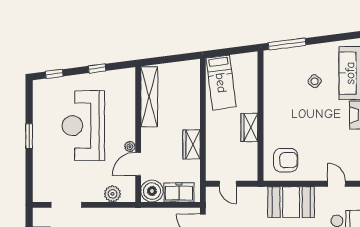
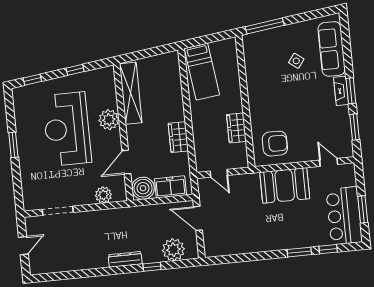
wardrobe: (249, 127) -> (236, 128), moved
plant: (130, 147) -> (109, 120), moved, width x1.88, depth x1.88

